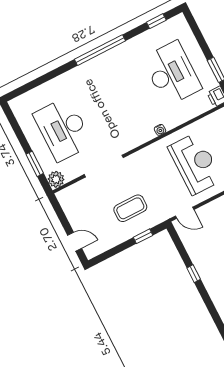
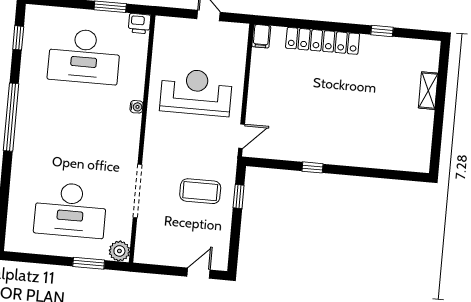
desk: (172, 73) -> (84, 56), turned 180
coffee table: (130, 208) -> (200, 191), turned 90

